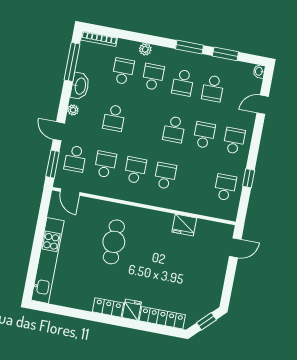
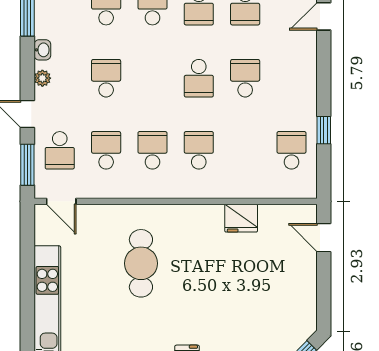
washbasin: (80, 86) -> (42, 50), width x0.52, depth x0.69
school desk: (114, 118) -> (106, 78), turned 180
school desk: (234, 141) -> (291, 78), removed
door: (235, 248) -> (324, 238), swing flipped

